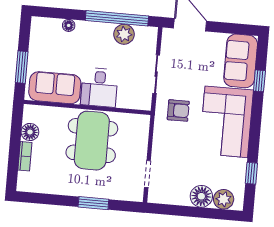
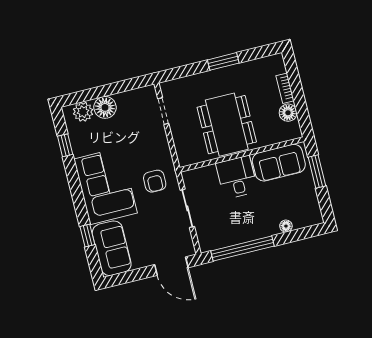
plant: (124, 34) -> (231, 236), removed
armchair: (178, 110) -> (155, 181), turned -90
window: (93, 203) -> (223, 61), moved

